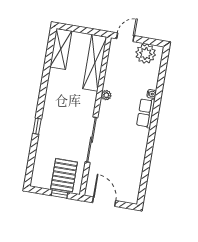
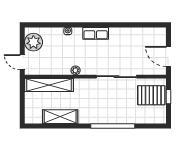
shelving: (61, 49) -> (60, 117), moved
row of seats: (146, 113) -> (96, 33), moved
window: (37, 126) -> (113, 126), width x3.17
door: (104, 202) -> (169, 56), hinge flipped

